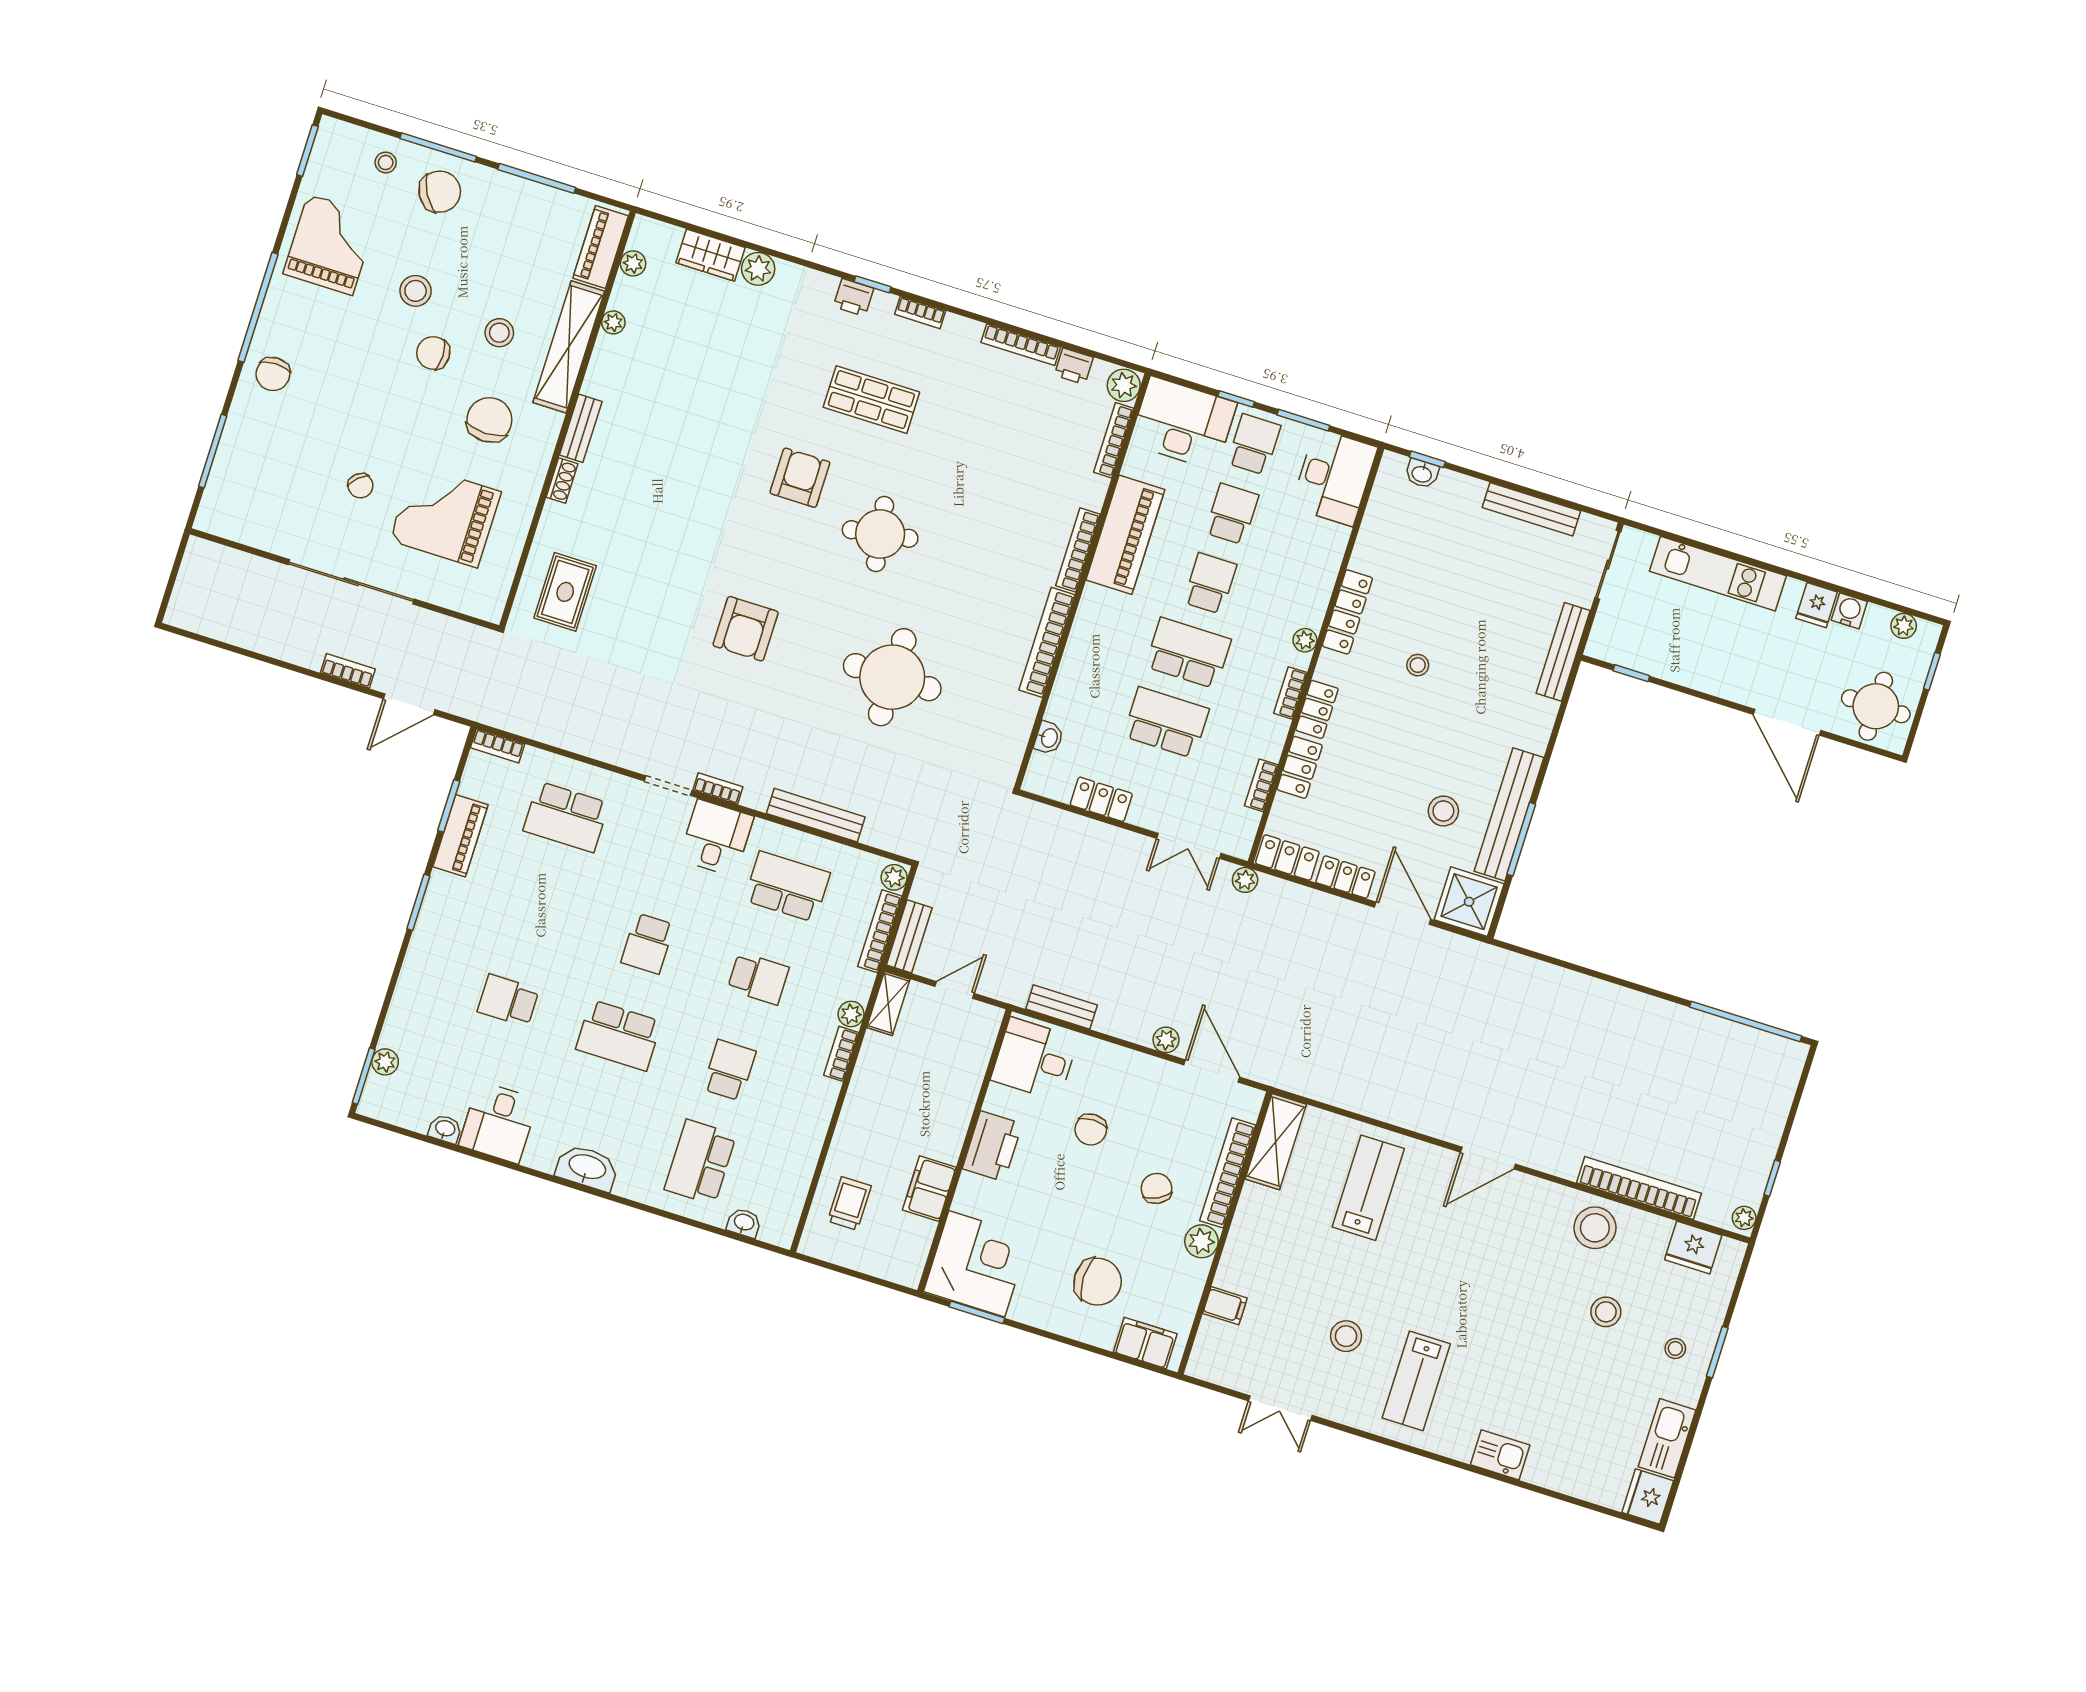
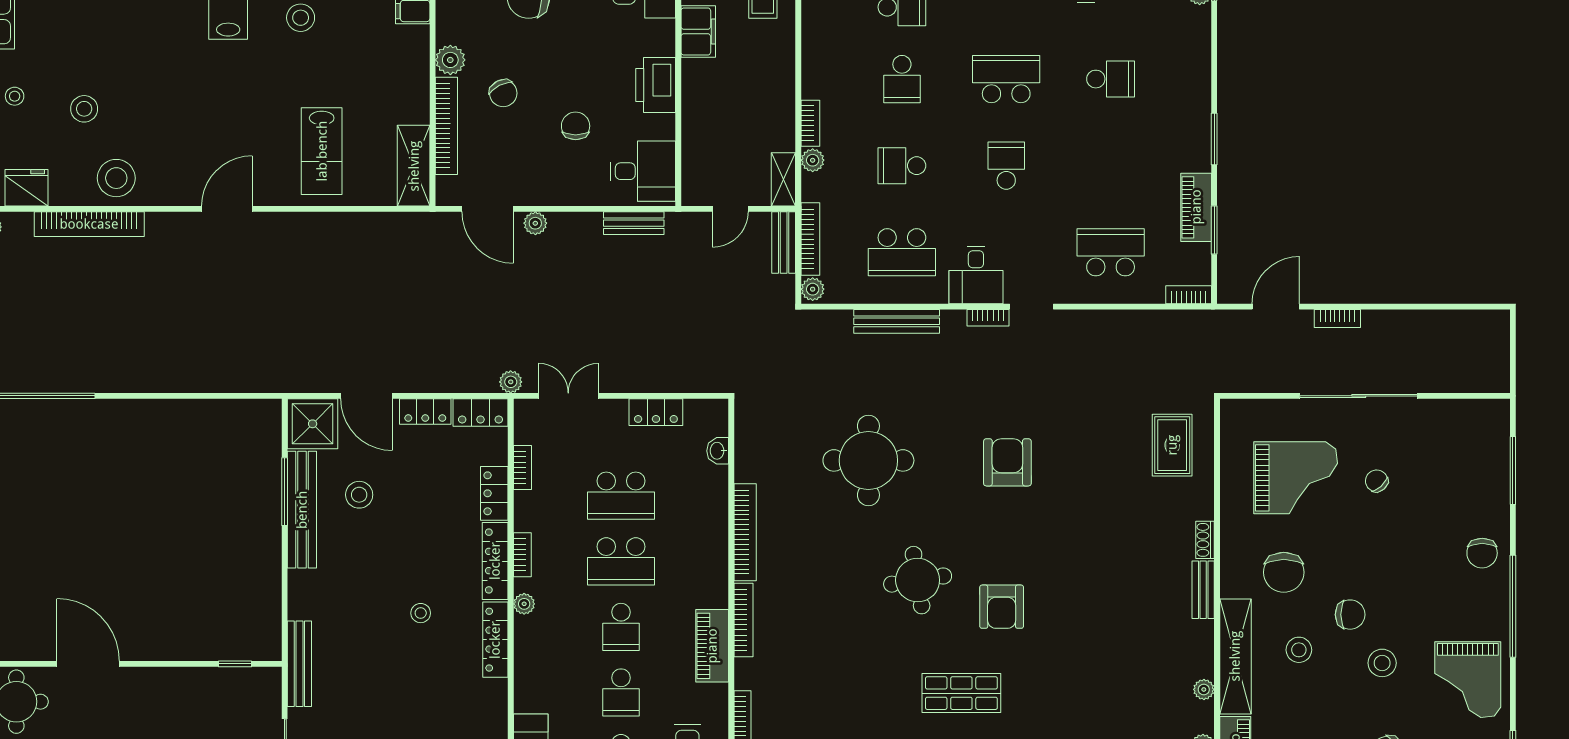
chair: (273, 374) -> (1482, 553), turned 180
piano: (1125, 535) -> (712, 646), width x0.73, depth x0.75
locker: (1317, 709) -> (495, 561), width x1.53

